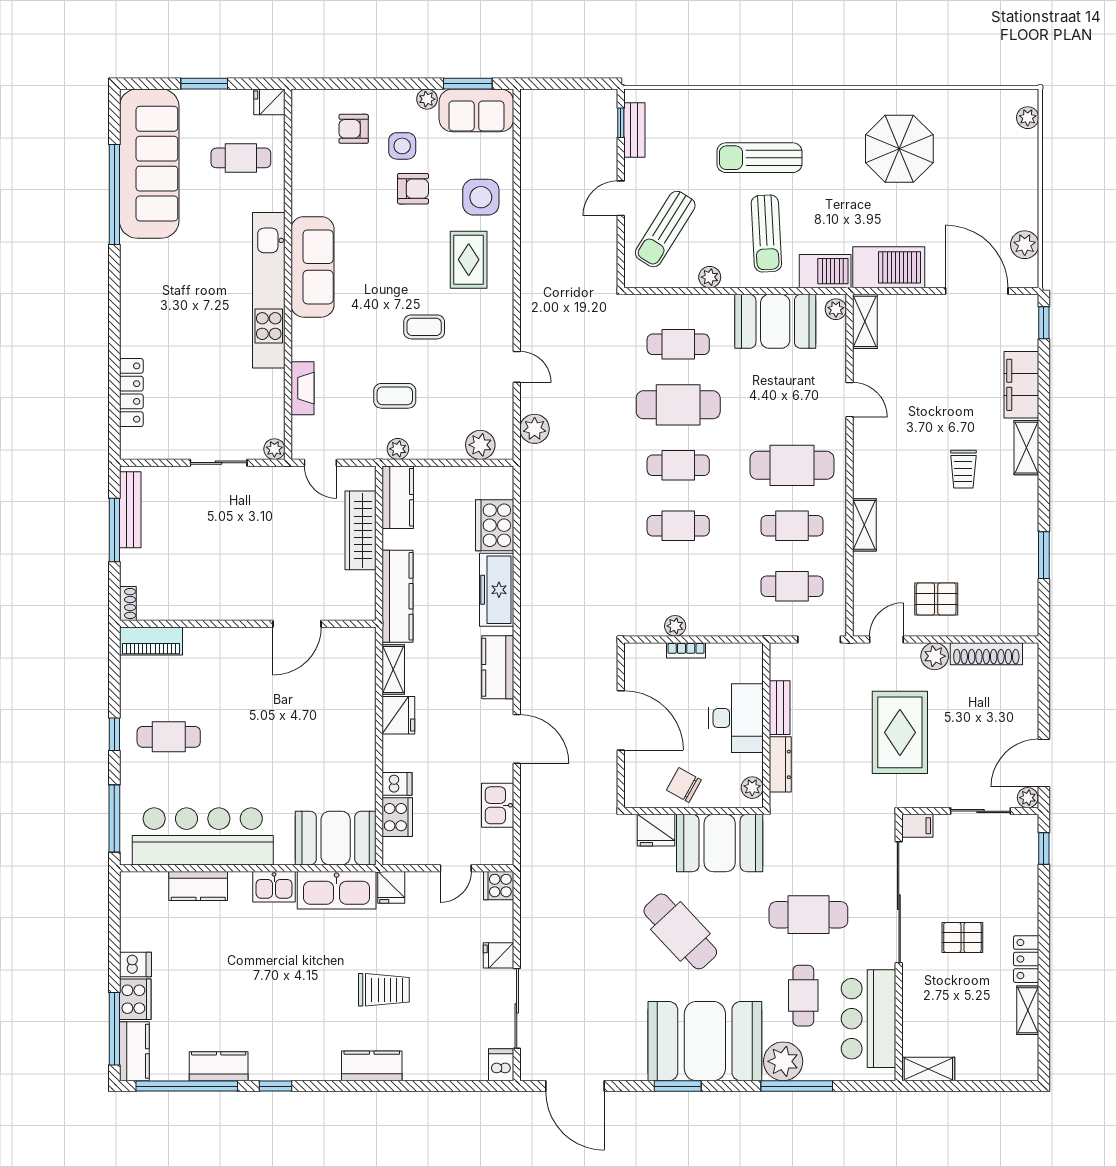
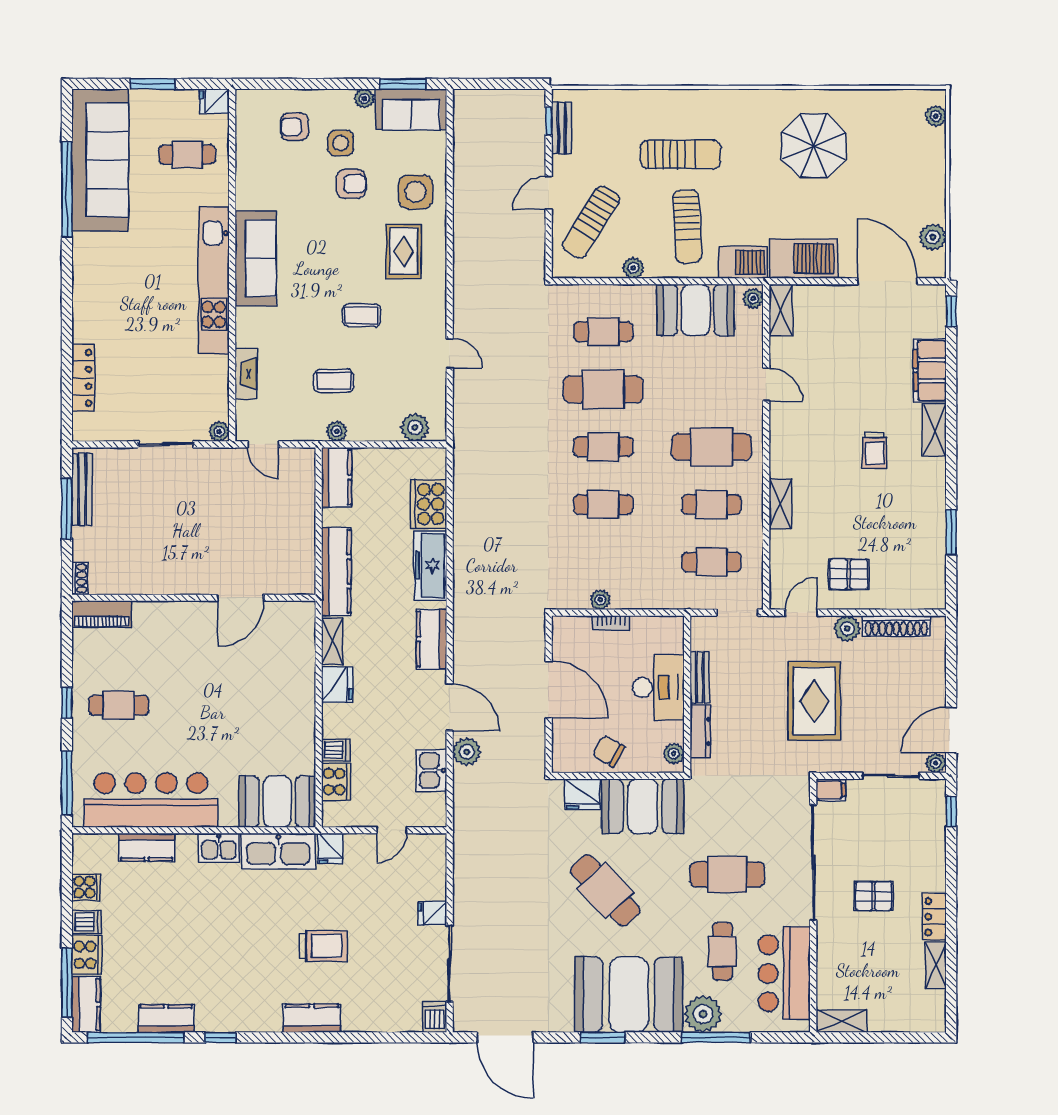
sun lounger: (759, 158) -> (681, 154), turned 180
plant: (535, 429) -> (467, 752), moved
wardrobe: (361, 530) -> (301, 509), removed
cooker: (499, 886) -> (86, 887), moved, turned 180

